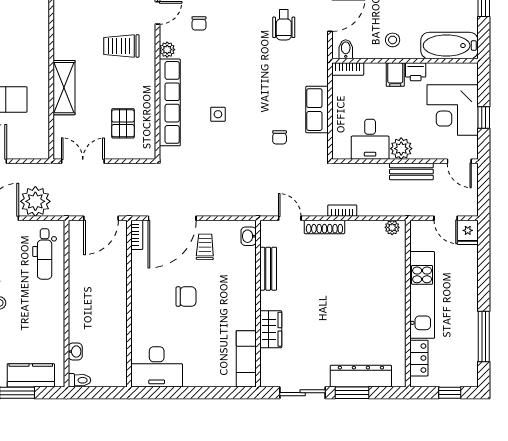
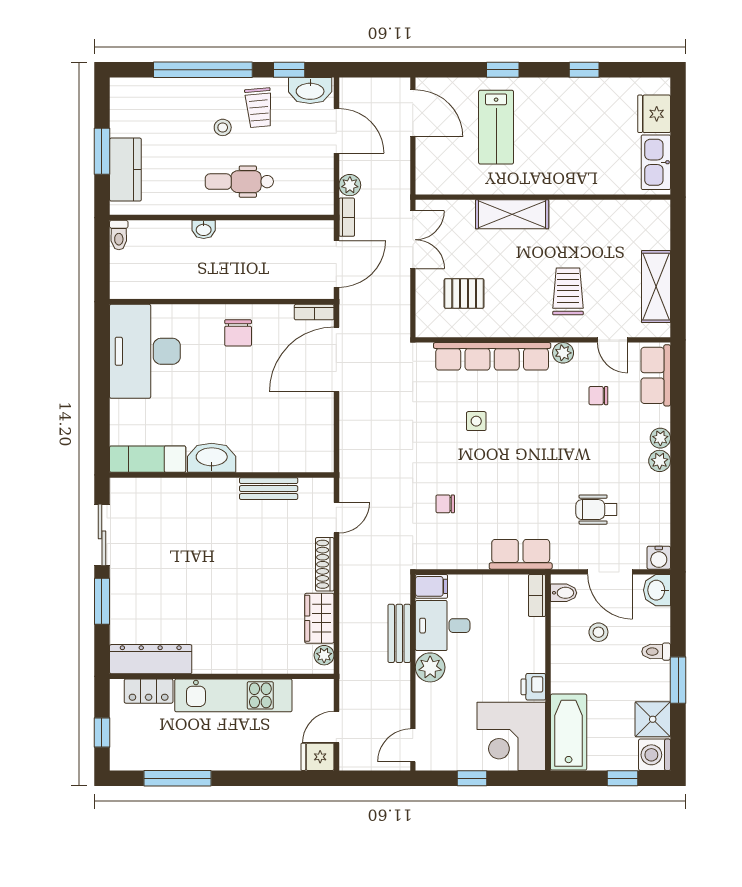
stool: (393, 40) -> (598, 632), moved
filing cabinet: (395, 75) -> (431, 586), moved, turned 180
row of seats: (317, 110) -> (521, 554), moved
corner desk: (453, 110) -> (511, 736), moved, turned -90
bench: (411, 172) -> (399, 633), moved
plant: (35, 201) -> (350, 185), width x0.53, depth x0.53
bookcase: (342, 211) -> (347, 217), moved
door: (101, 218) -> (336, 264), swing flipped
door: (172, 218) -> (336, 359), hinge flipped
washbasin: (249, 236) -> (212, 458), moved, width x1.91, depth x1.45
trolley: (205, 247) -> (298, 404), removed
dental chair: (45, 254) -> (239, 182), moved
chair: (186, 297) -> (238, 333), moved
wardrobe: (271, 329) -> (319, 618), moved, turned 90
washbasin: (75, 352) -> (204, 229), moved
desk: (157, 367) -> (145, 351), width x1.36, depth x1.30
dresser: (361, 376) -> (151, 659), moved, turned -90

